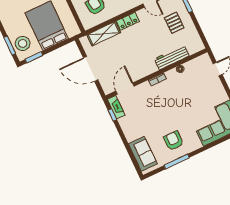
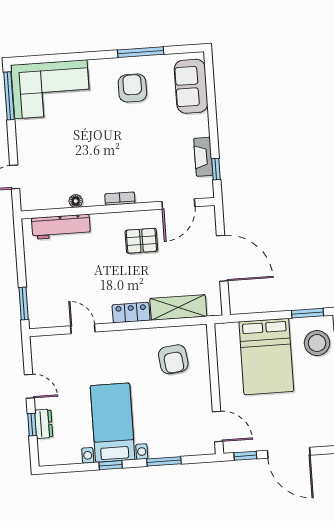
pallet: (174, 23) -> (141, 241), moved, turned 90
workbench: (172, 57) -> (61, 227), moved
fireplace: (116, 107) -> (203, 157), moved
armchair: (174, 141) -> (132, 88), turned 180

